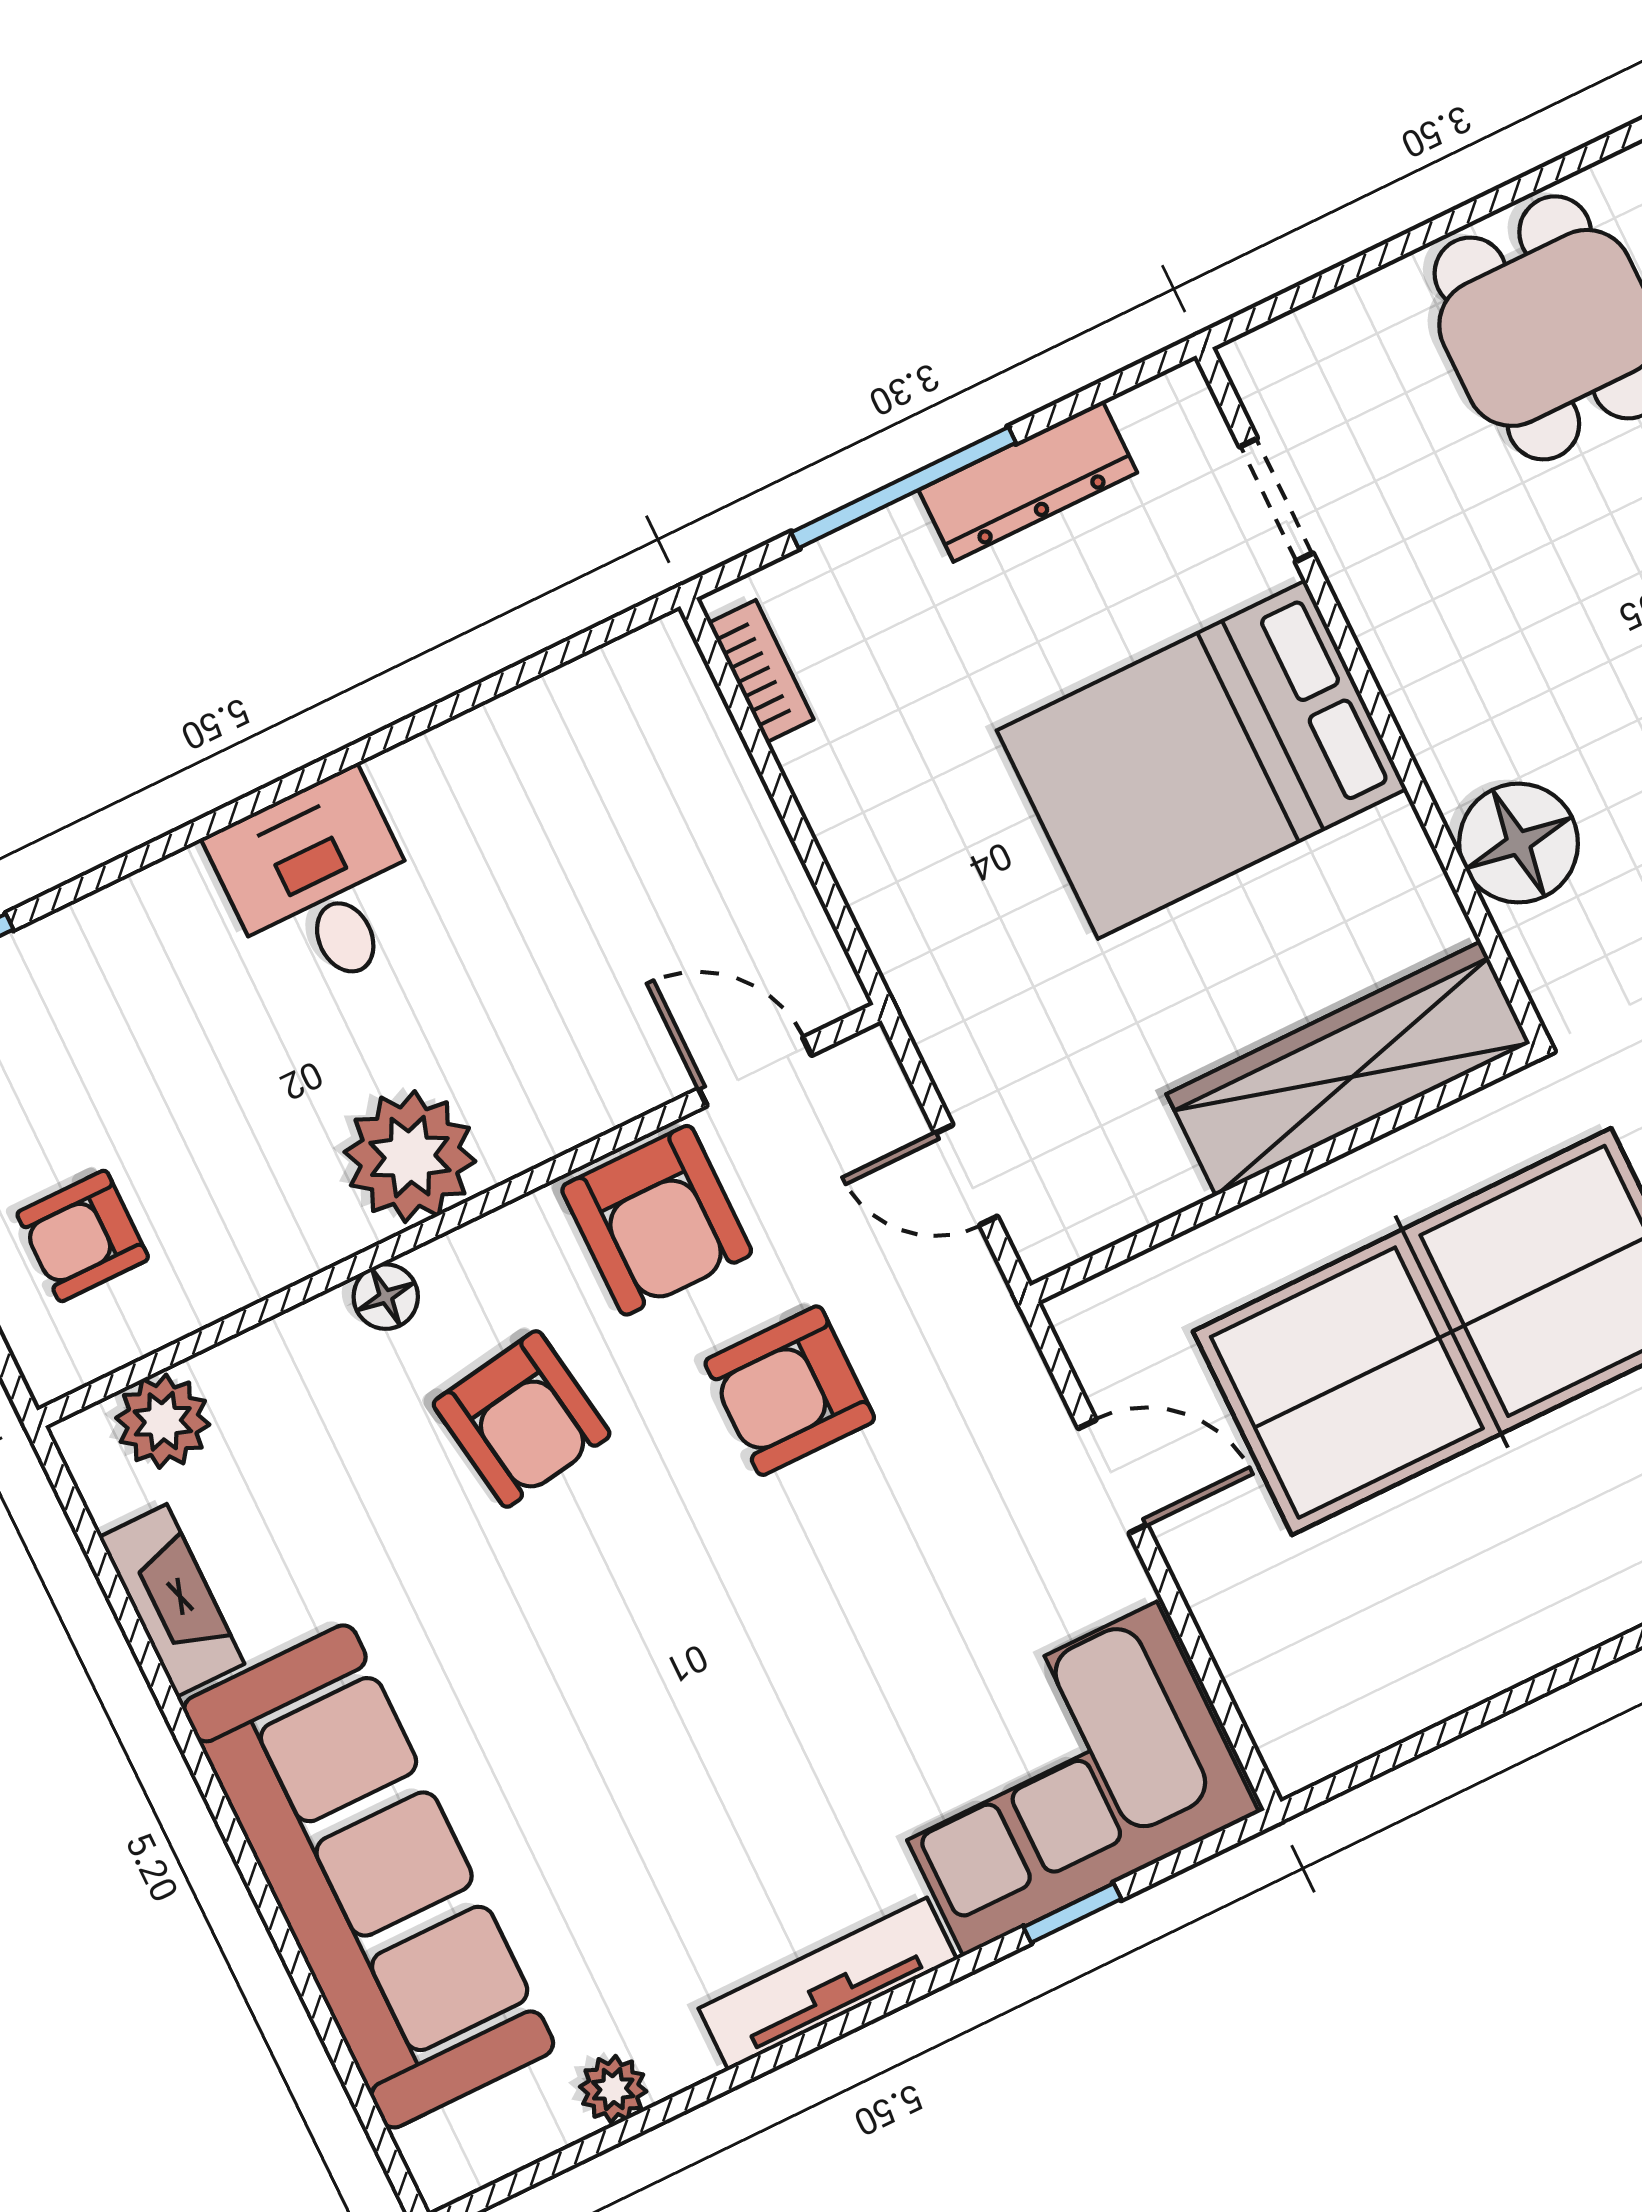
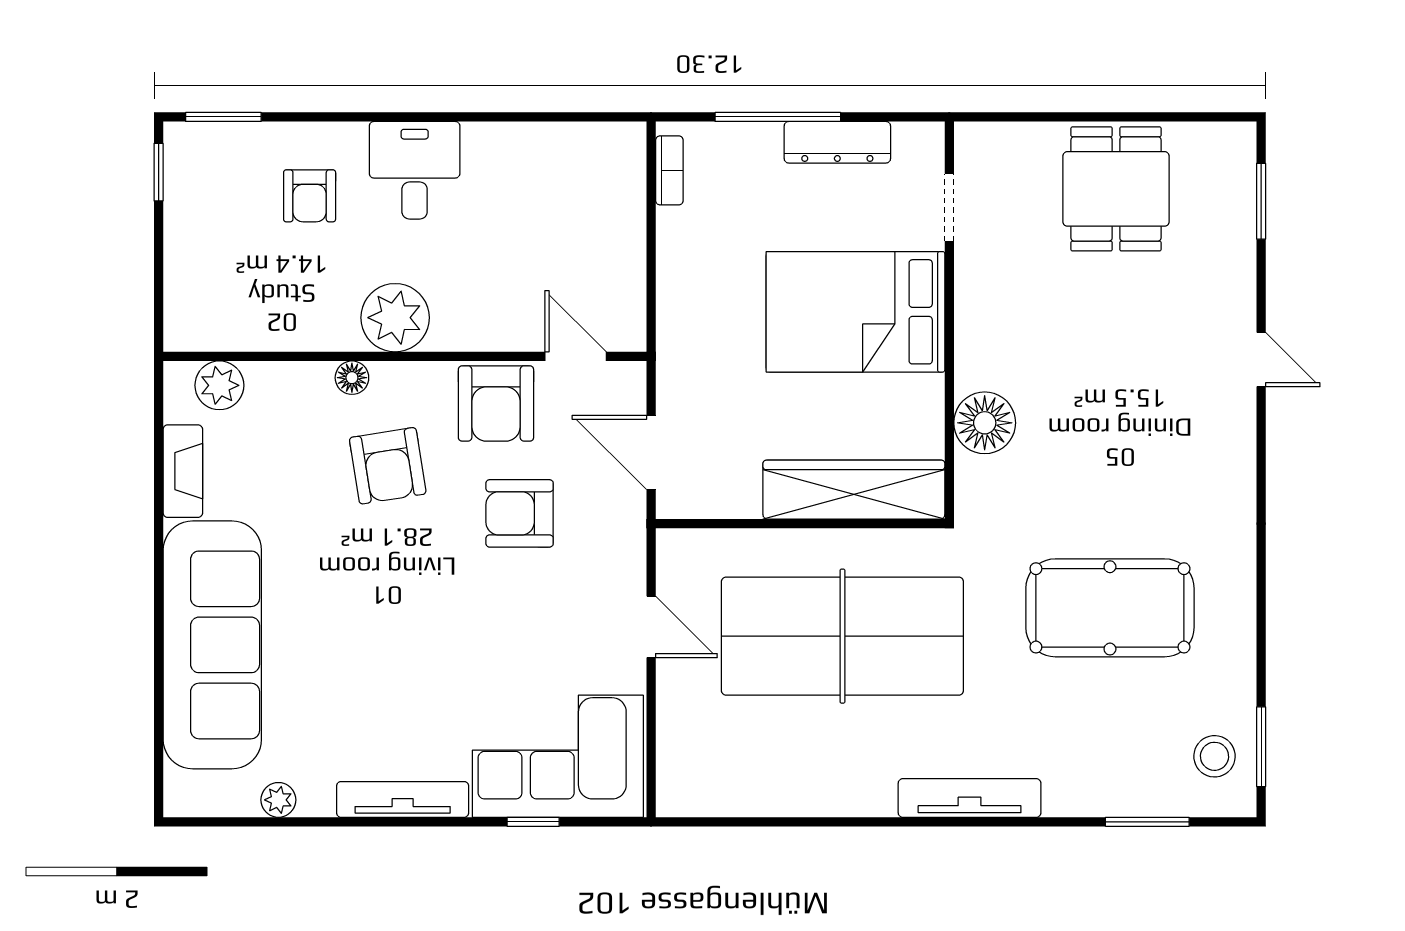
door: (966, 1175) -> (651, 453), width x1.38
armchair: (83, 1236) -> (310, 196), moved, turned -90

